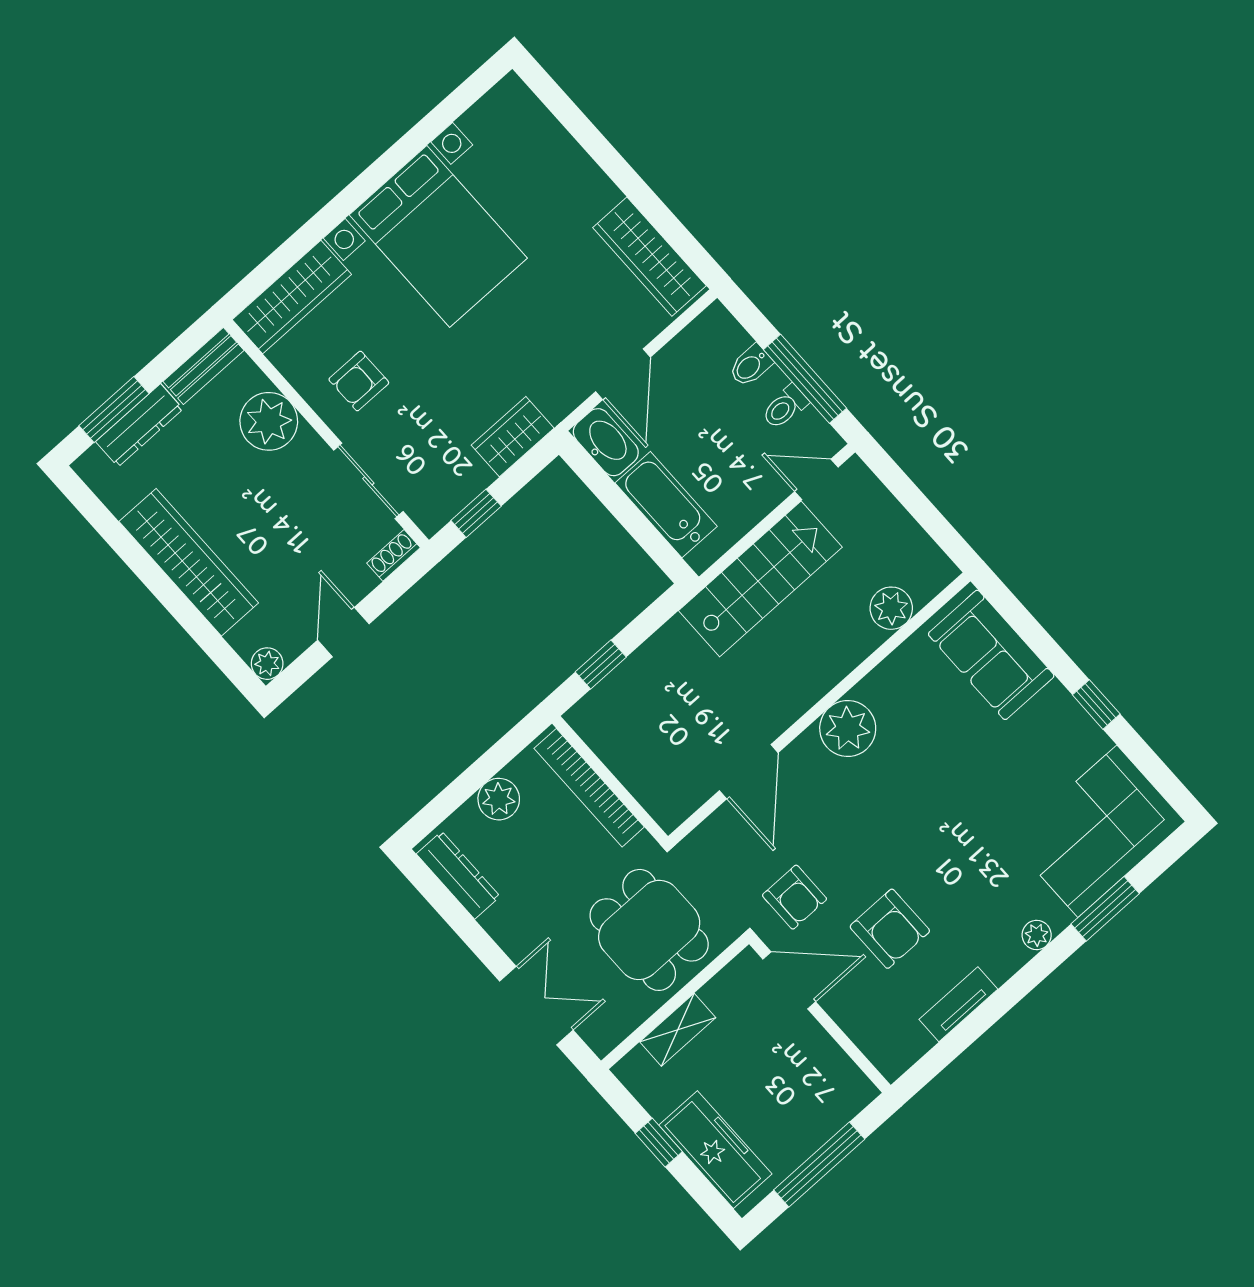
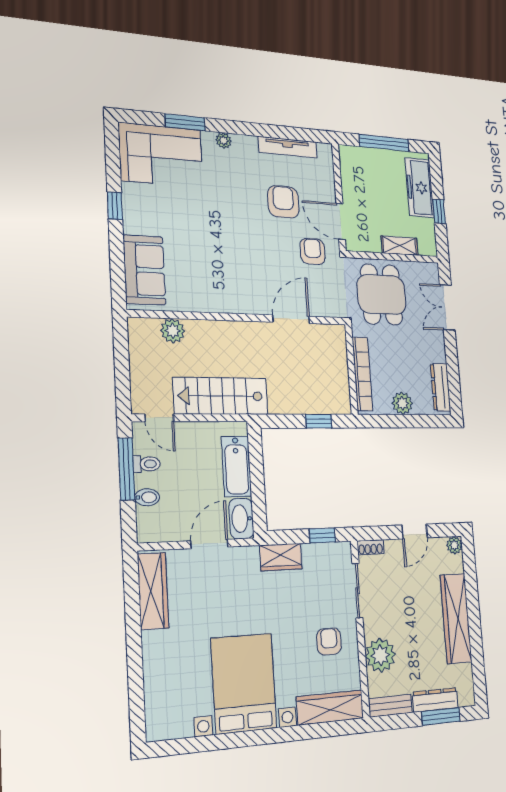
armchair: (359, 381) -> (329, 642), turned -90
plant: (848, 729) -> (234, 298), removed
tv unit: (958, 1004) -> (288, 147), width x1.41

